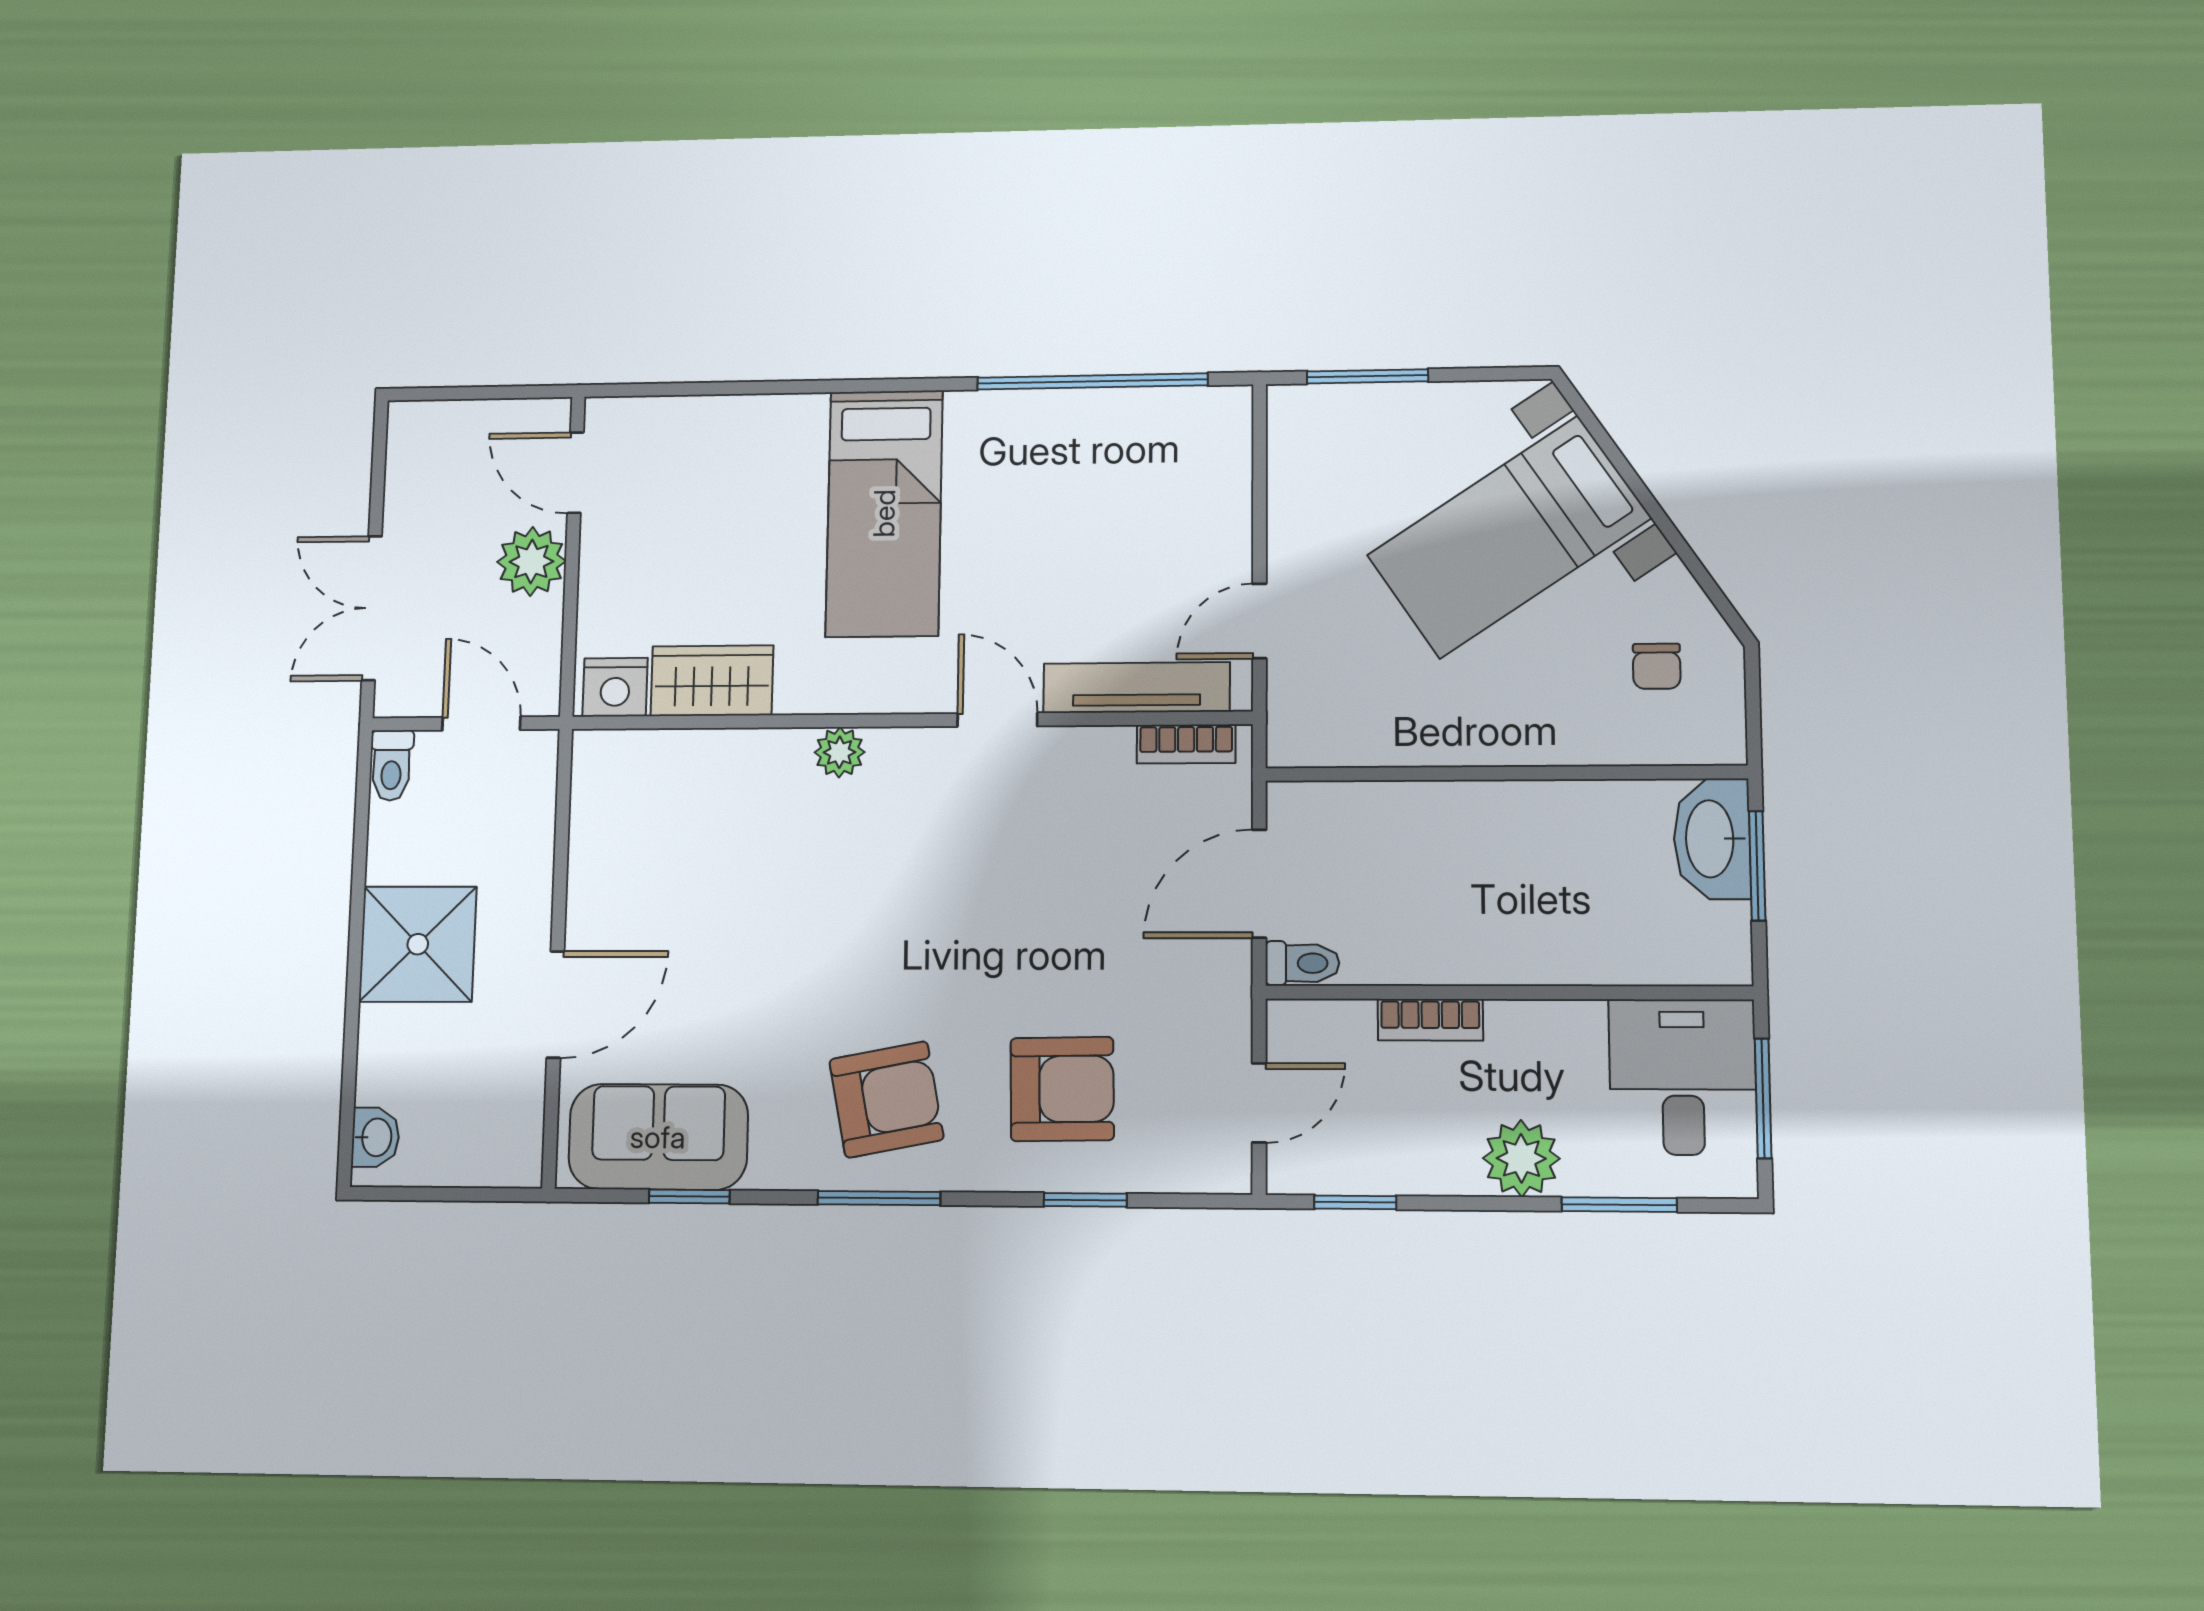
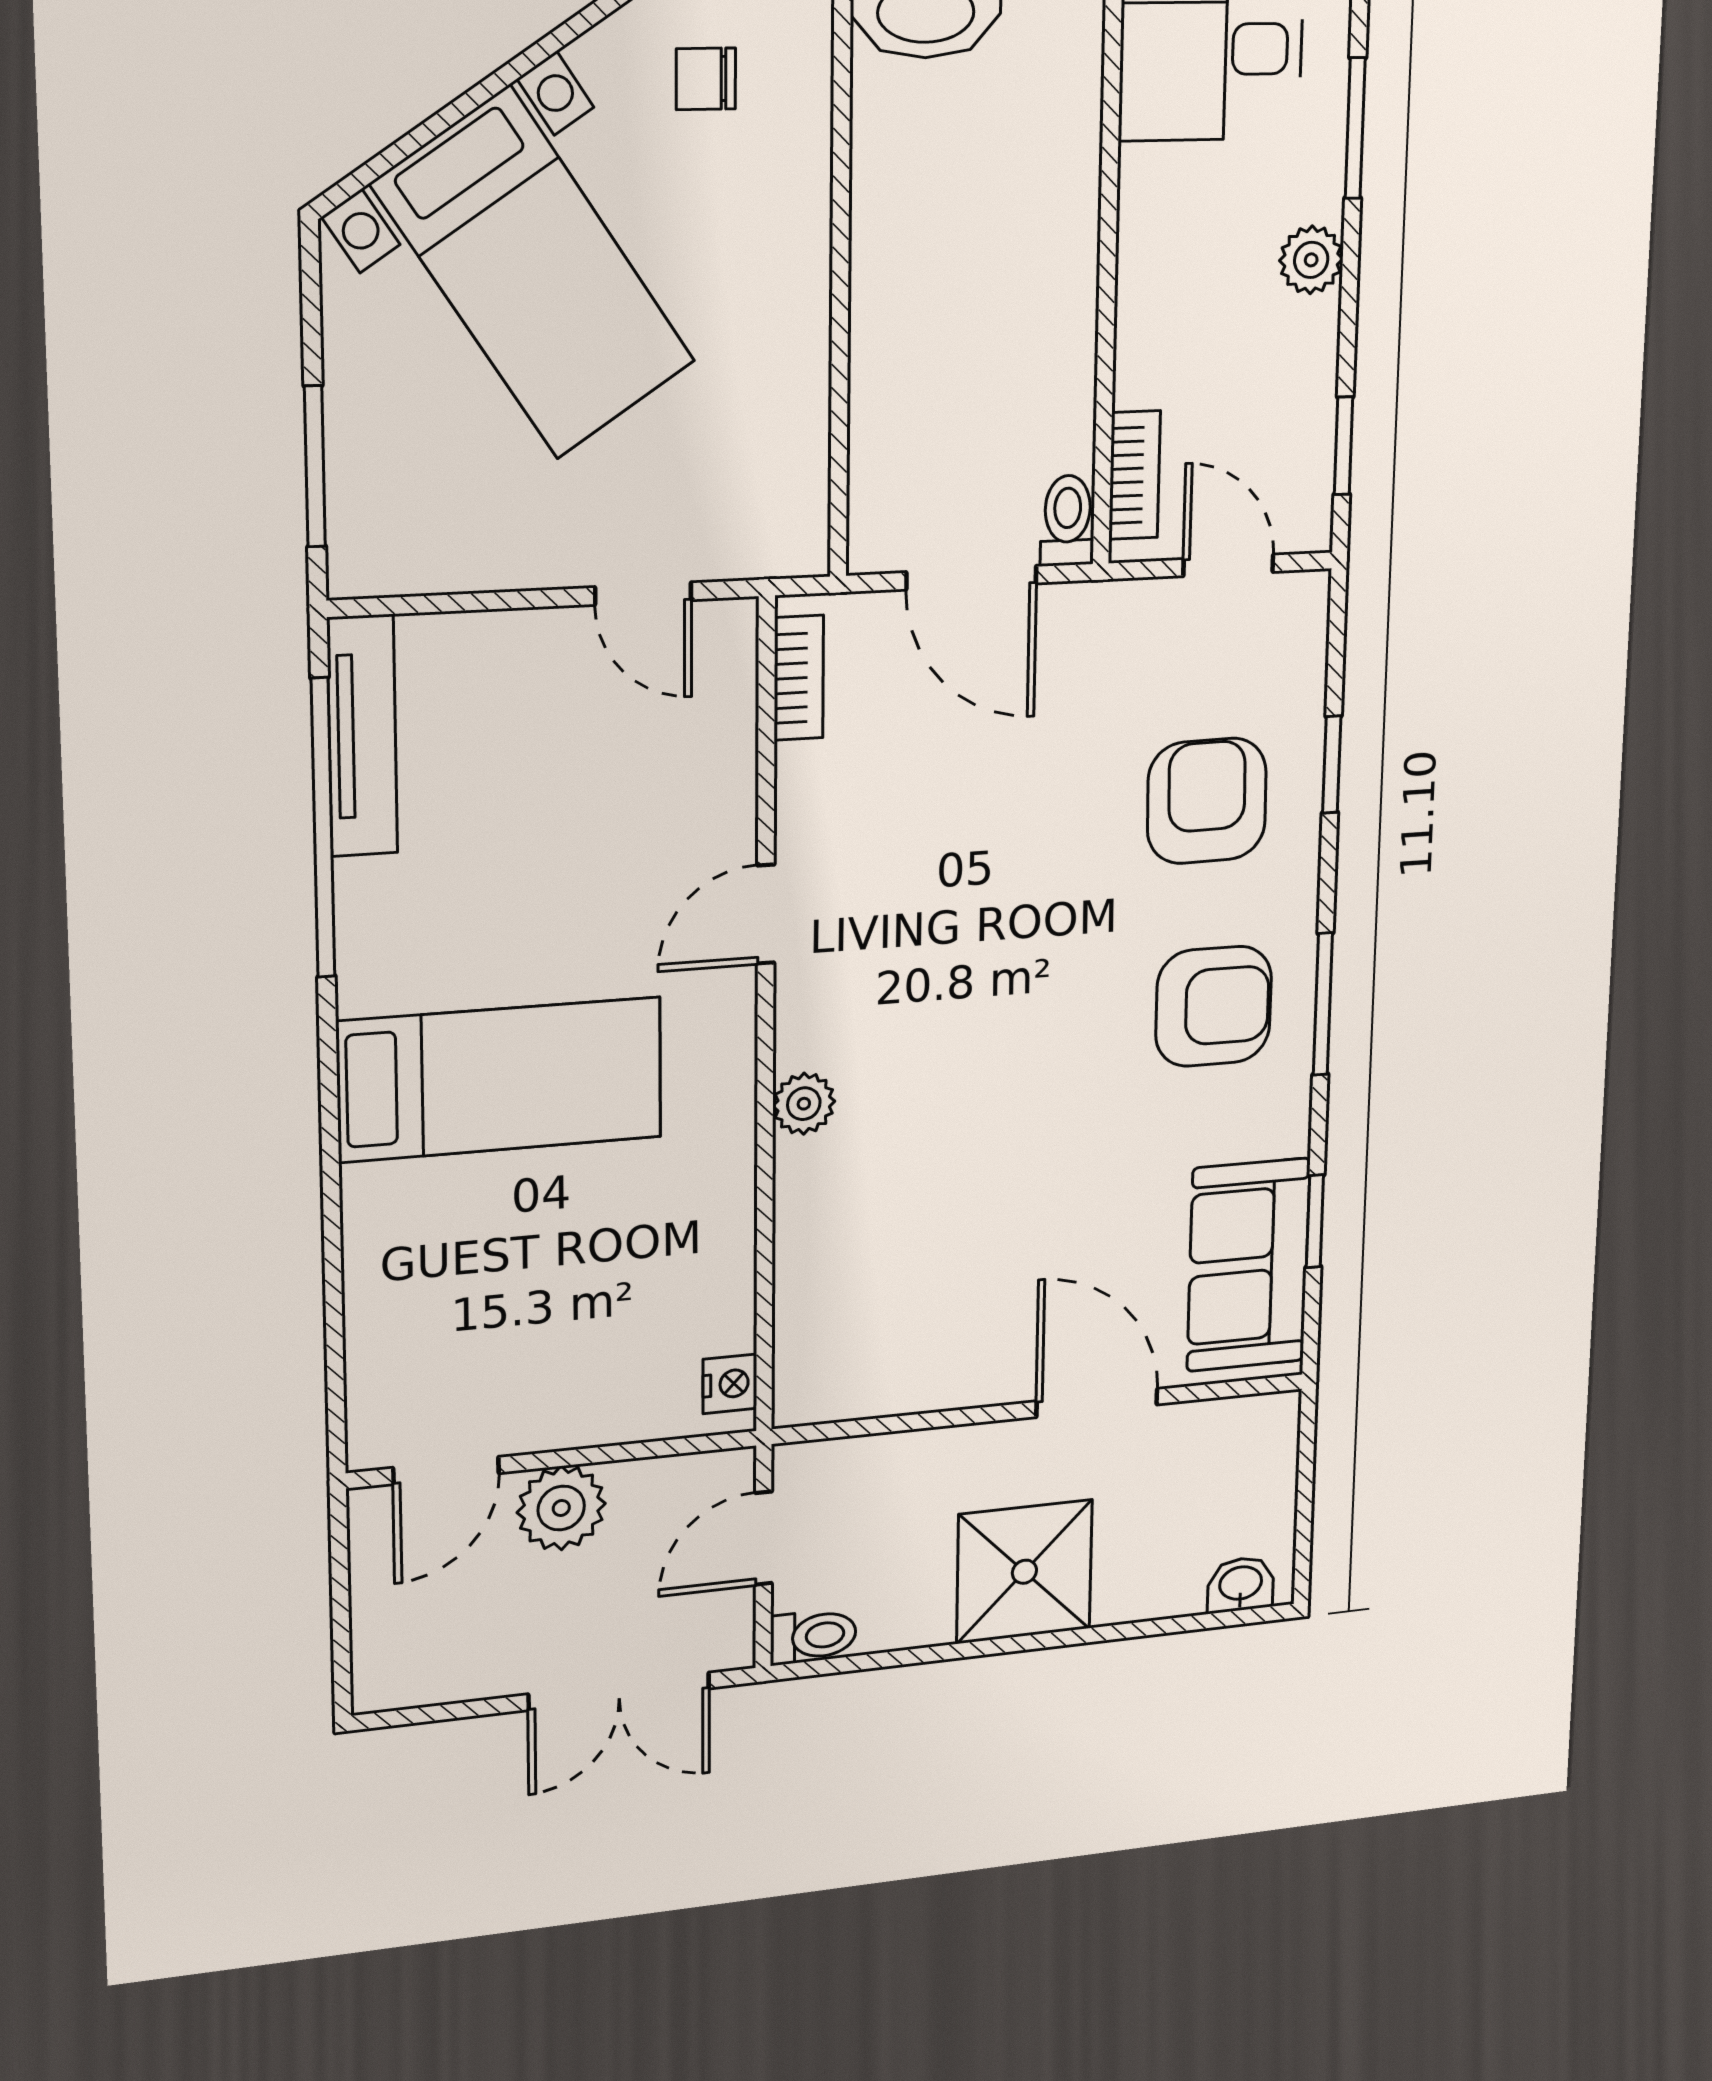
chair: (1657, 666) -> (706, 79), turned 180
wardrobe: (712, 681) -> (713, 1269), removed
nightstand: (615, 687) -> (730, 1384), width x0.72, depth x0.74
tv unit: (1136, 688) -> (362, 736), moved, turned 180
bookcase: (1430, 1020) -> (1134, 475), moved
armchair: (886, 1099) -> (1214, 1006), turned 101
plant: (1521, 1158) -> (1311, 260), width x0.73, depth x0.73

